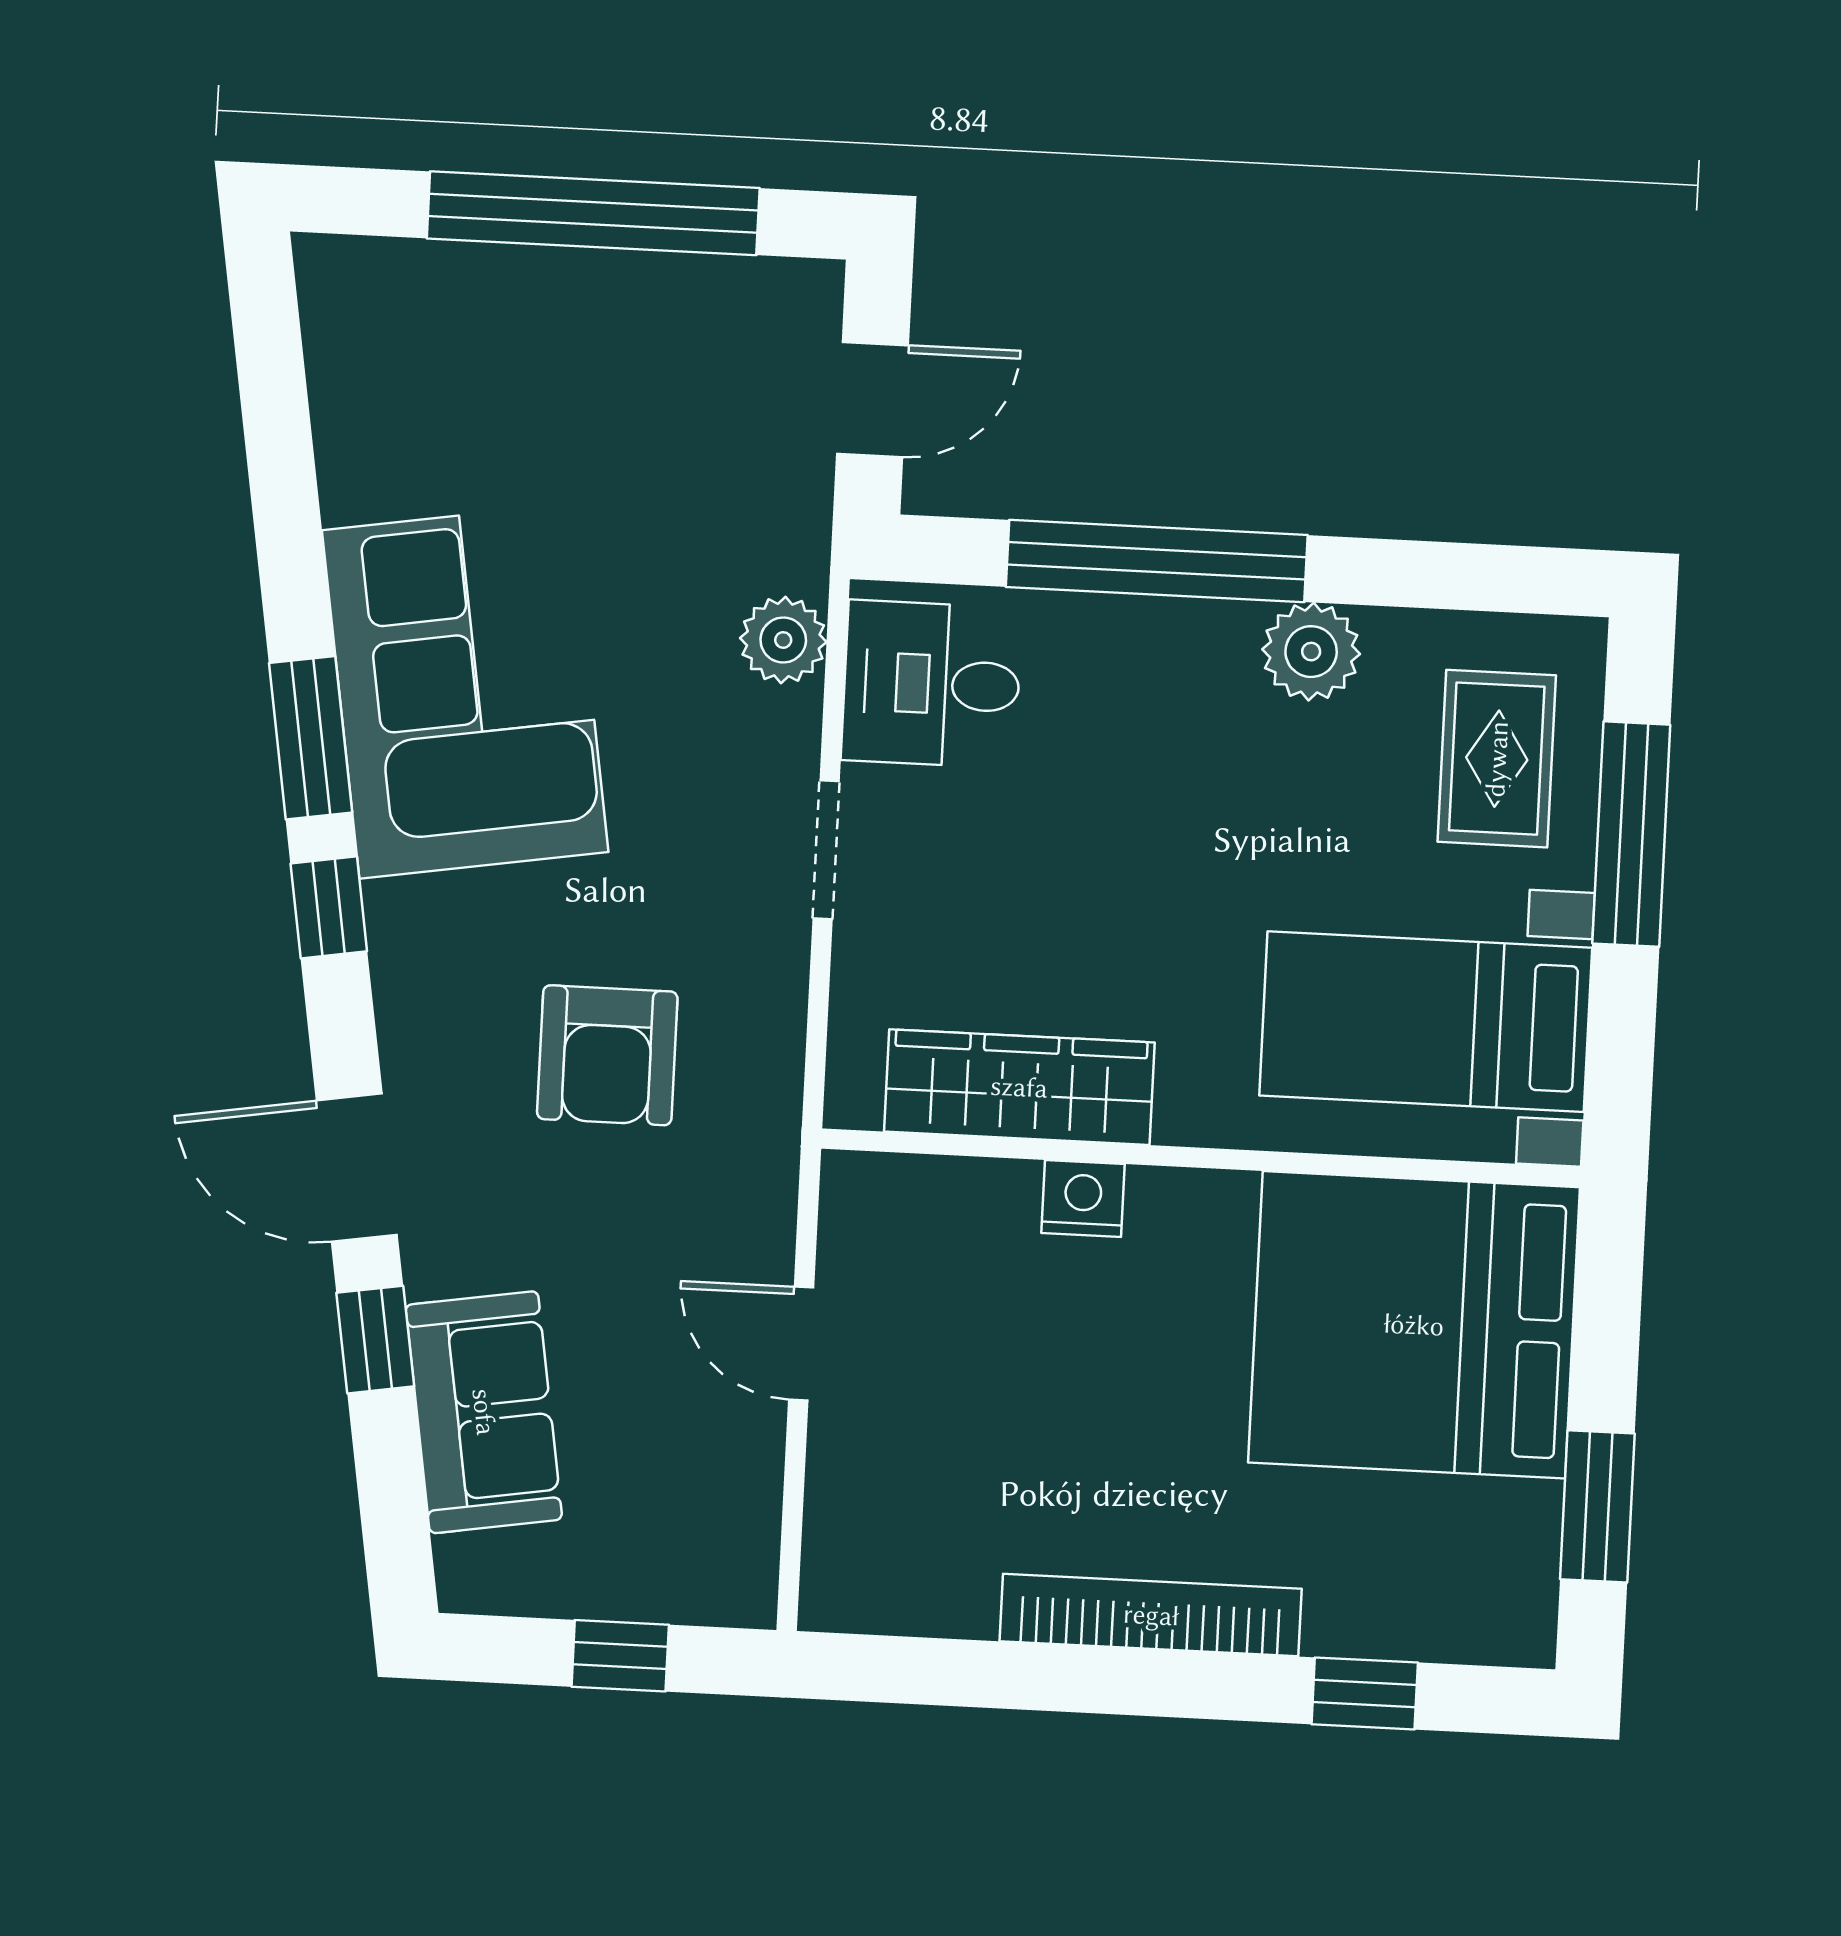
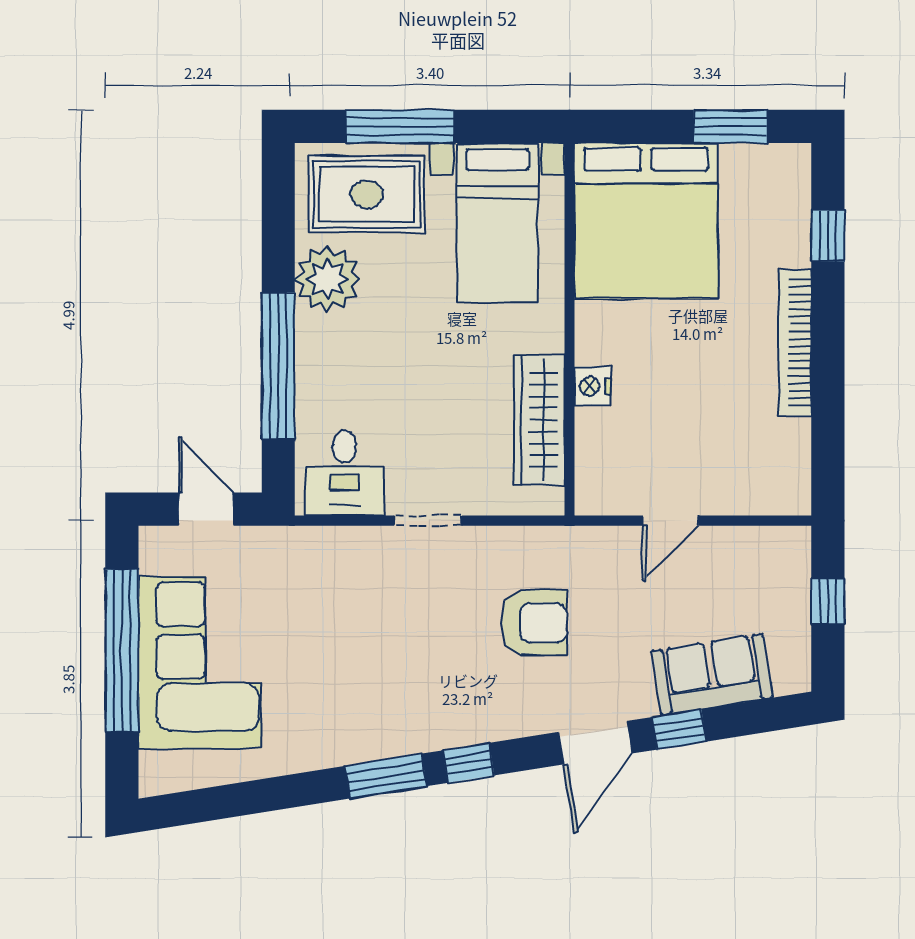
plant: (783, 640) -> (326, 547), removed
plant: (1311, 652) -> (328, 279), width x1.36, depth x1.36
corner sofa: (465, 691) -> (200, 662), moved, turned 99
rug: (1497, 759) -> (367, 194), width x1.36, depth x1.43

